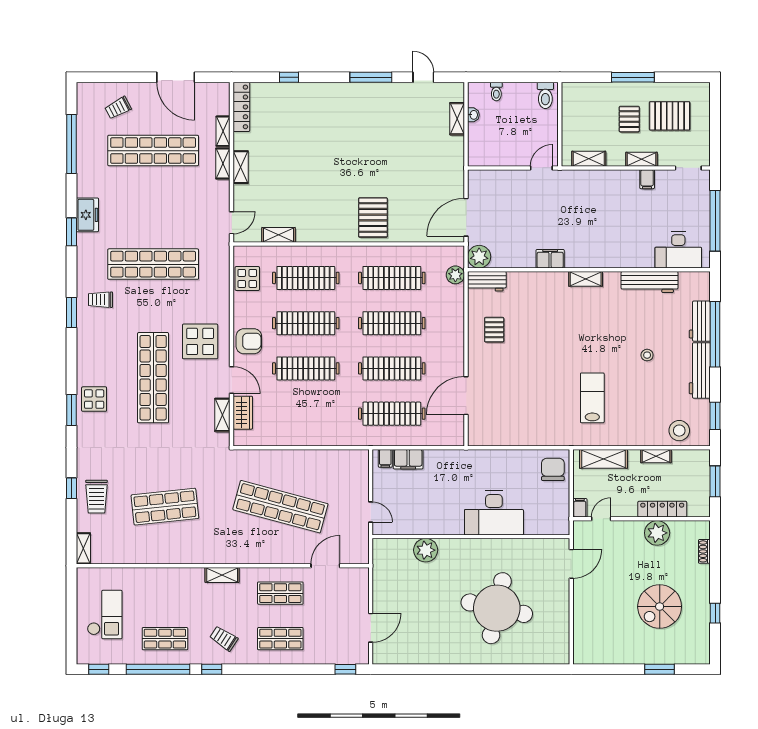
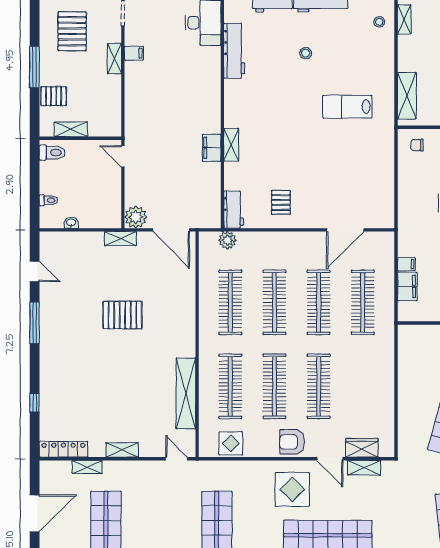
door: (423, 77) -> (35, 272), swing flipped
shelving: (457, 119) -> (120, 239), moved
pallet: (629, 119) -> (54, 96), moved
shelving: (589, 159) -> (71, 129), moved, turned 90
shelving: (223, 163) -> (119, 467), removed
pallet: (373, 217) -> (122, 315), moved
shelving: (279, 235) -> (186, 394), width x2.20, depth x1.33
plant: (479, 257) -> (136, 217), moved
shelving: (586, 279) -> (231, 145), moved
pallet: (494, 330) -> (281, 202), turned 90
armchair: (249, 341) -> (292, 442), turned -90
door: (232, 380) -> (330, 459), swing flipped
door: (466, 396) -> (345, 230), hinge flipped
stool: (679, 431) -> (379, 22), width x0.53, depth x0.53
shelving: (656, 456) -> (404, 19), moved
filing cabinet: (385, 458) -> (406, 264), moved
chair: (553, 469) -> (417, 145), width x0.54, depth x0.54

